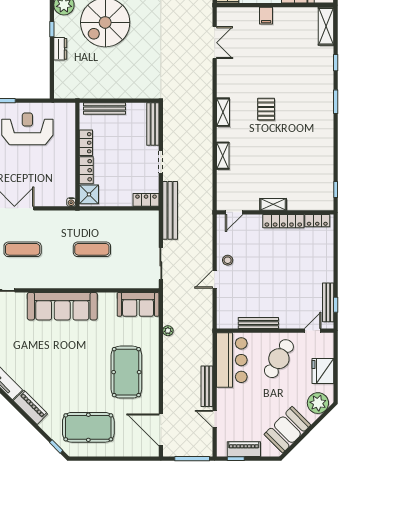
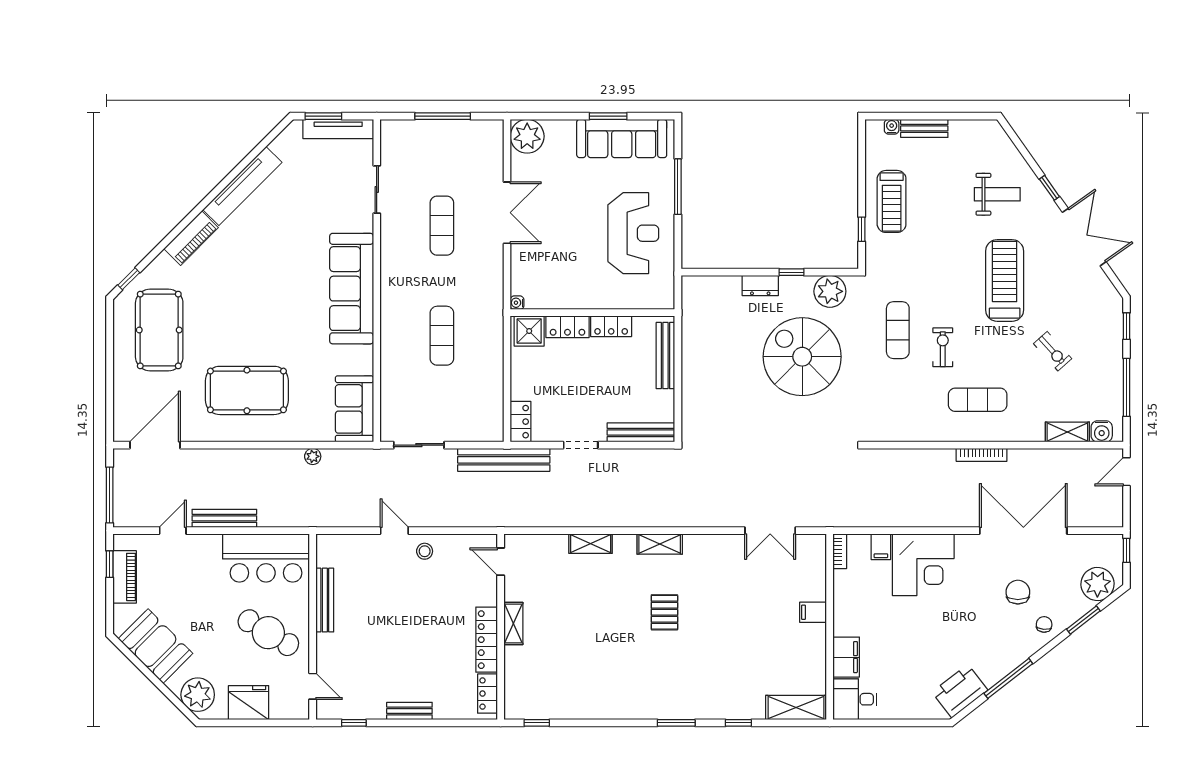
pallet: (266, 109) -> (664, 612), turned 90
bench: (328, 302) -> (409, 711), moved, width x0.73

